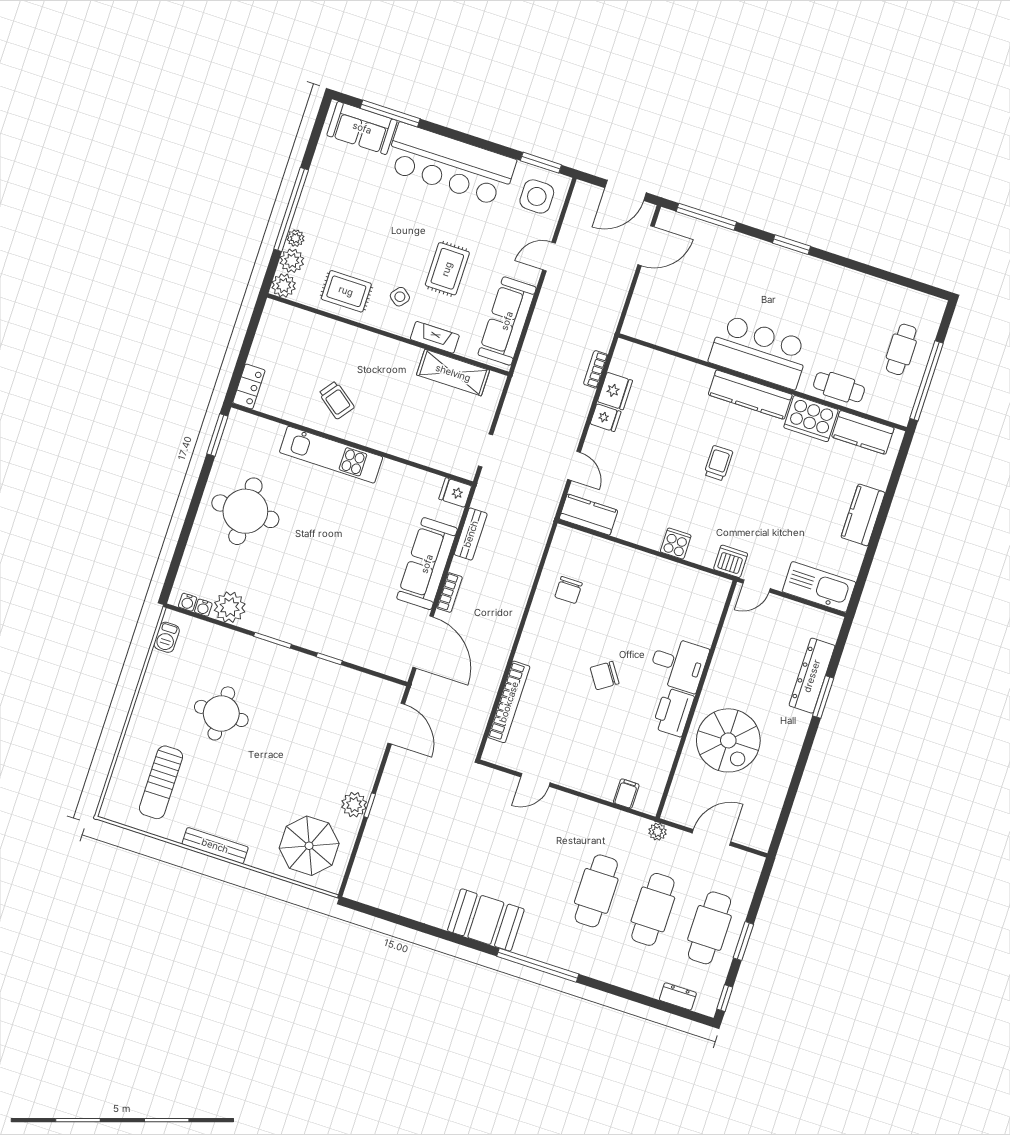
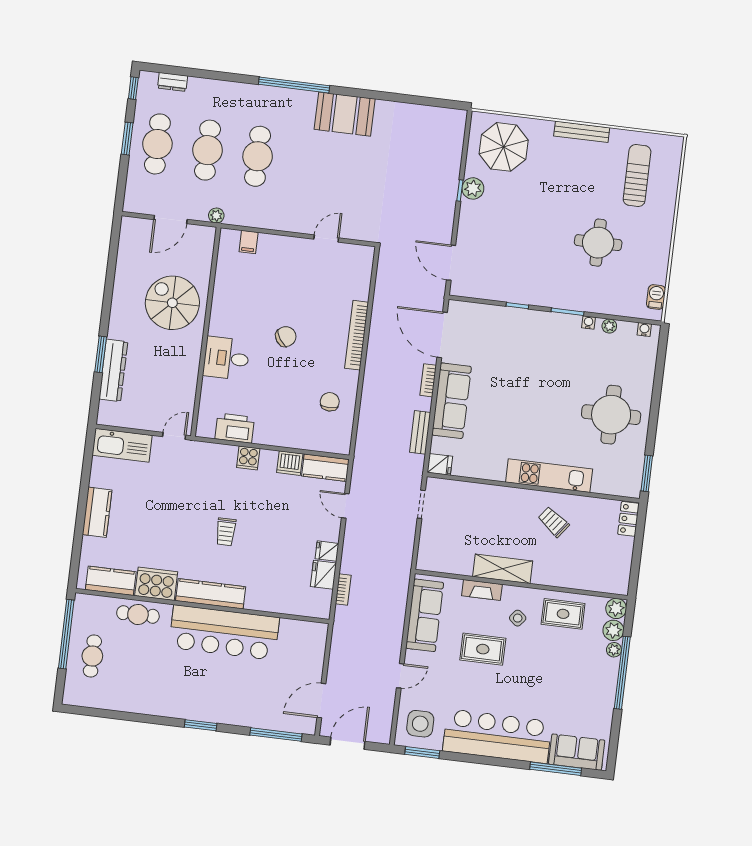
rug: (447, 269) -> (483, 649), turned 90
bar counter: (759, 352) -> (224, 633), width x1.36
shelving: (453, 373) -> (503, 569), moved
dishwasher: (731, 561) -> (290, 463), moved
plant: (230, 607) -> (609, 326), width x0.53, depth x0.53
water cooler: (203, 608) -> (588, 322), moved
bookcase: (509, 702) -> (357, 335), moved
printer: (673, 712) -> (235, 428), moved, turned -90

